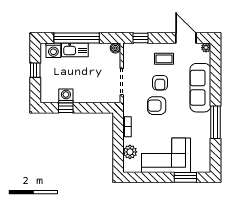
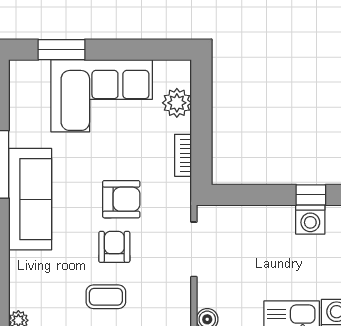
sofa: (200, 88) -> (30, 199), moved

